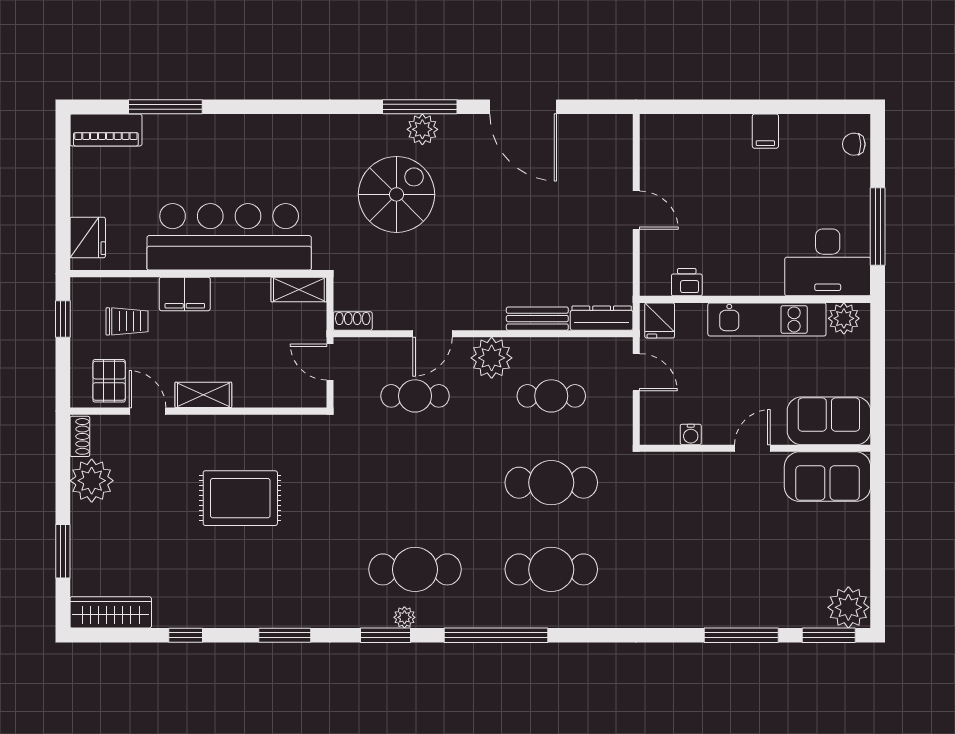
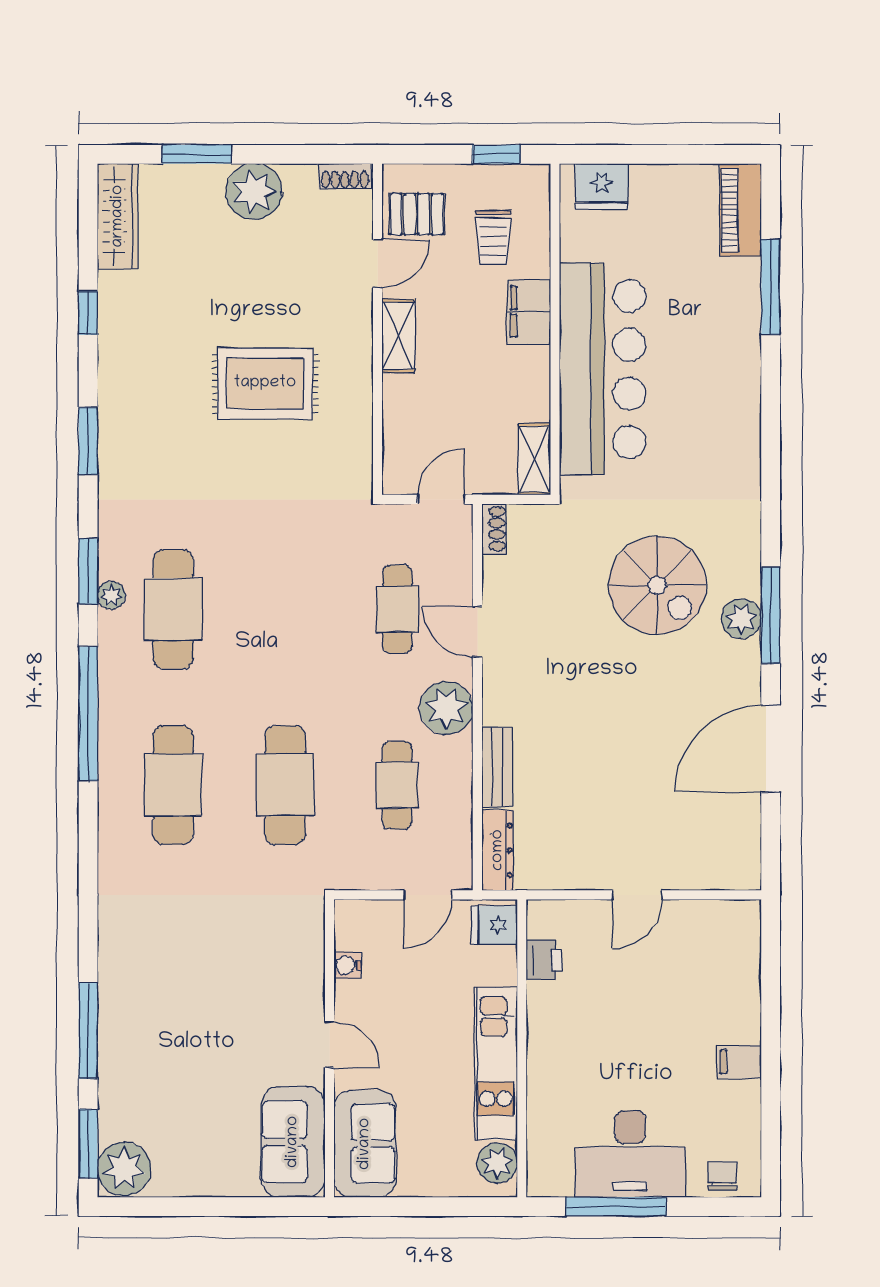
desk: (828, 262) -> (630, 1154), moved, turned -90
plant: (92, 481) -> (254, 192), moved
rug: (240, 498) -> (265, 383), turned 90

